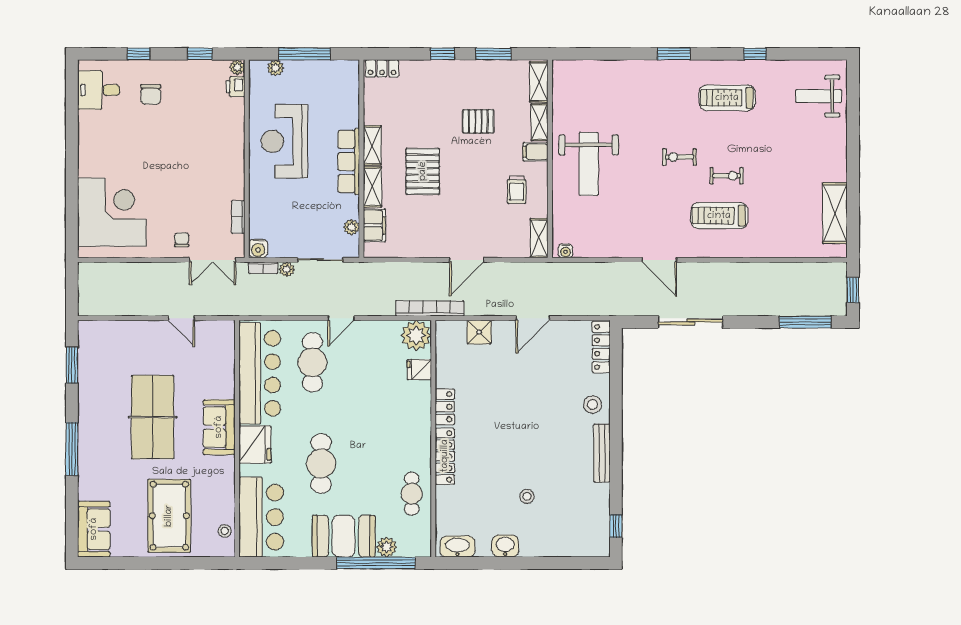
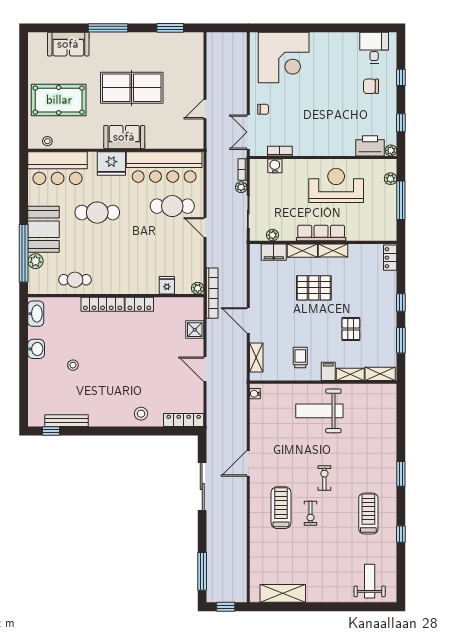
printer: (236, 87) -> (370, 146), width x1.87, depth x1.48
trolley: (517, 190) -> (300, 357), turned 90
shelving: (539, 238) -> (256, 358), moved, turned 90
water cooler: (258, 248) -> (275, 166), moved, turned 90
plant: (416, 335) -> (198, 288), width x0.53, depth x0.53
bench: (602, 453) -> (67, 421), moved
sofa: (94, 529) -> (68, 44), moved

